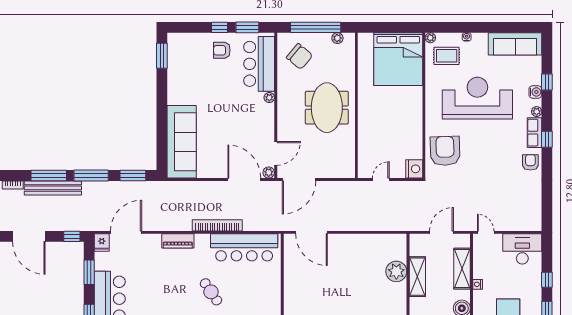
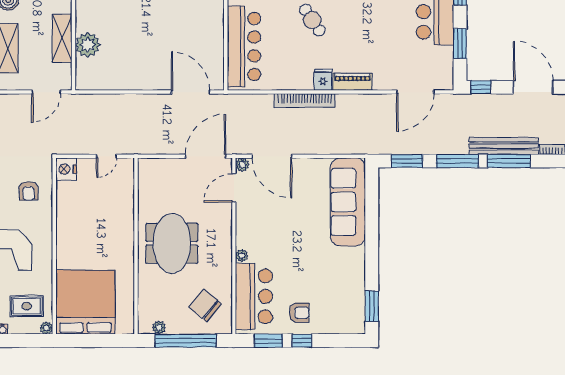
armchair: (445, 151) -> (29, 191), width x0.53, depth x0.53
door: (442, 232) -> (46, 92), moved
fridge: (102, 242) -> (323, 80), moved
bar counter: (244, 247) -> (244, 46), moved, turned 90

